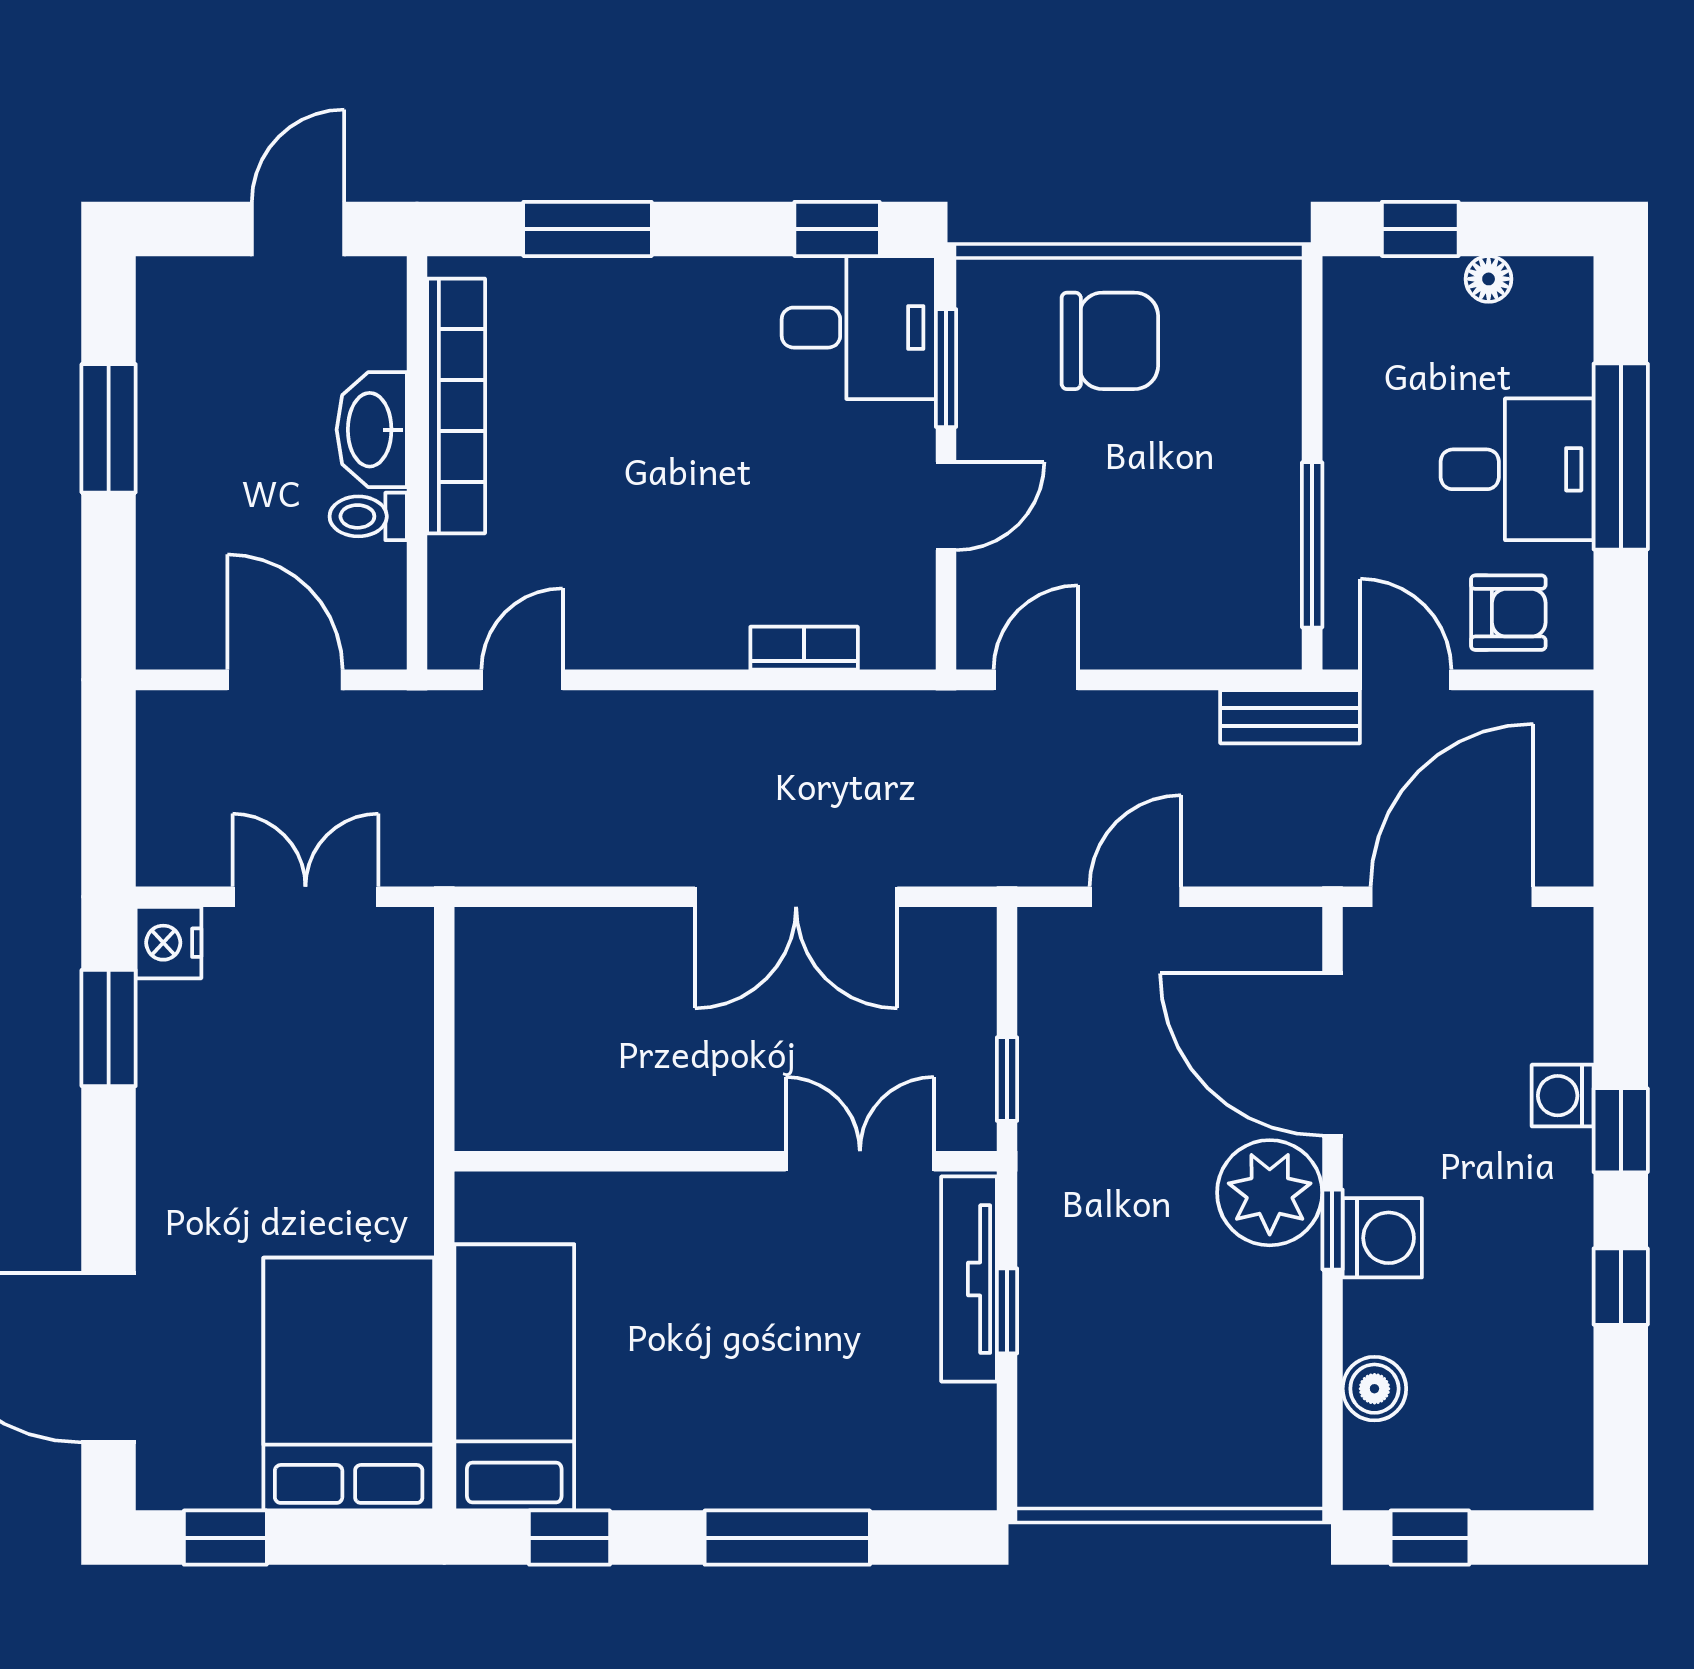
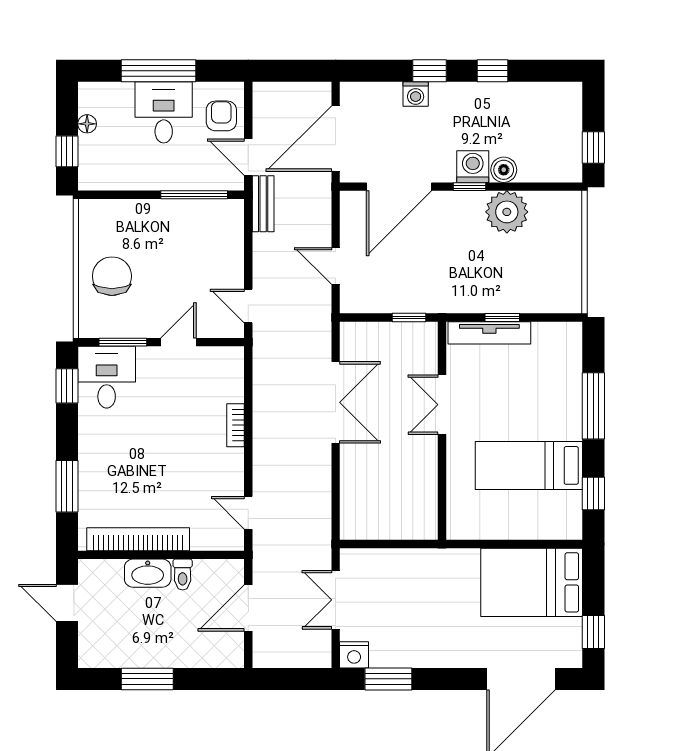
door: (946, 506) -> (178, 342), hinge flipped
bookcase: (804, 648) -> (236, 425), moved
door: (1406, 680) -> (248, 157), hinge flipped
door: (1452, 897) -> (336, 139), hinge flipped
double door: (860, 1161) -> (442, 405), moved
plant: (1270, 1193) -> (507, 212), moved
bed: (514, 1377) -> (529, 465), moved
boiler: (1374, 1389) -> (504, 170), moved

